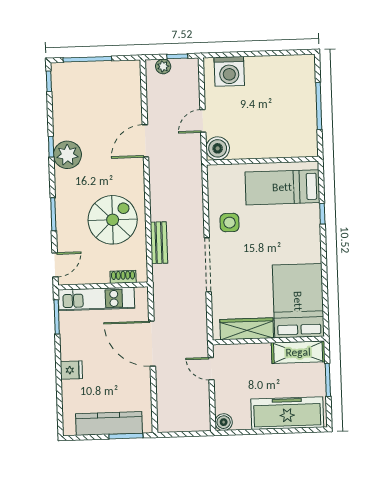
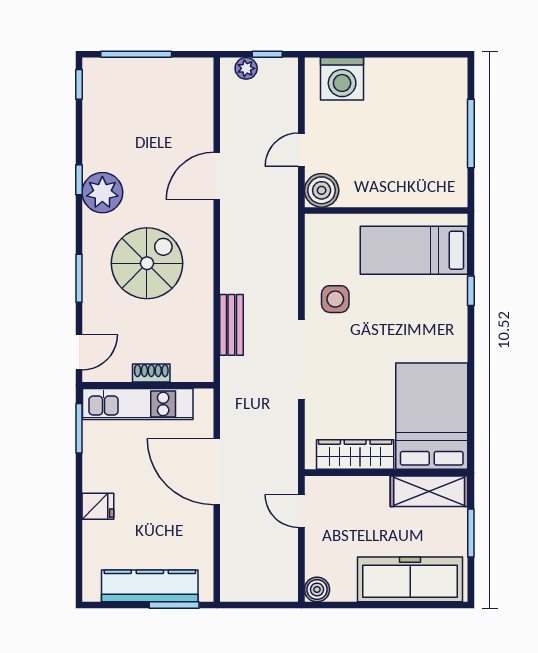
spiral stairs: (113, 220) -> (147, 263), moved
shoe rack: (123, 277) -> (151, 373), moved

